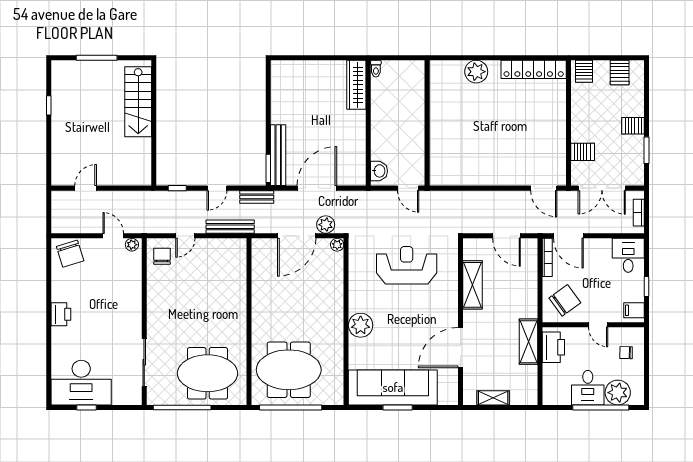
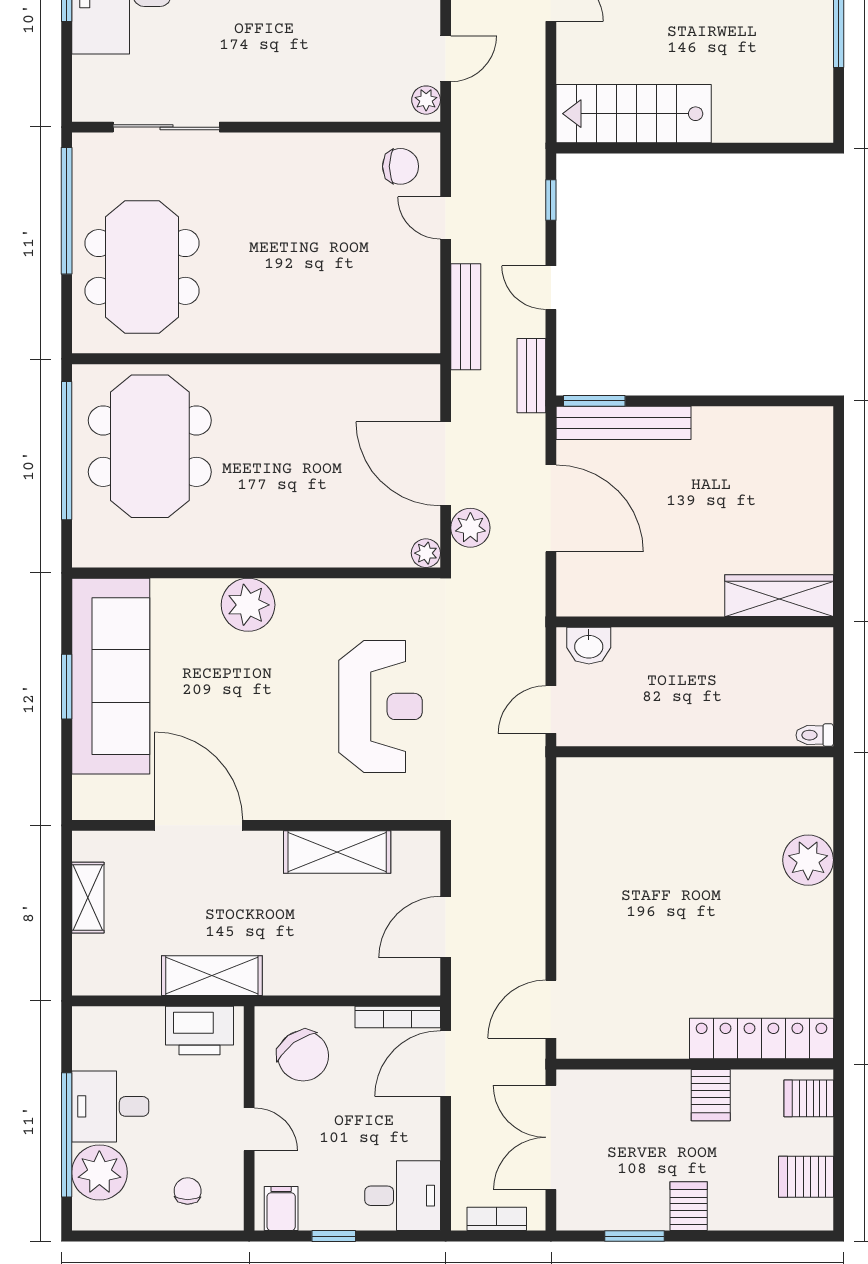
toilet: (376, 69) -> (815, 735), moved
locker: (534, 69) -> (761, 1038), moved, turned 90
stairs: (138, 102) -> (634, 114), moved
server rack: (583, 152) -> (711, 1095), moved
door: (598, 325) -> (249, 1129), swing flipped

